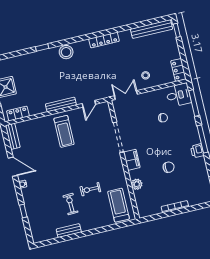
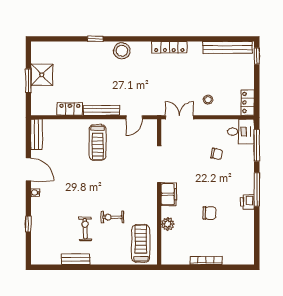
locker: (18, 114) -> (70, 109), moved

